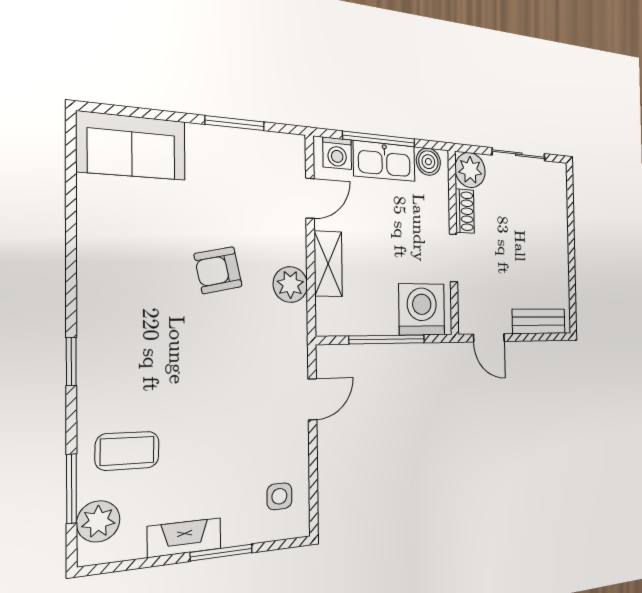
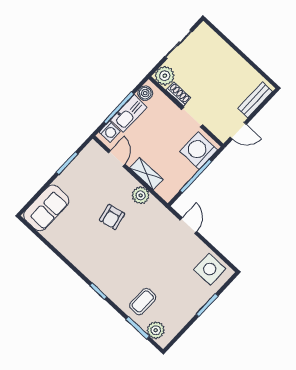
side table: (279, 496) -> (210, 269), width x1.87, depth x1.87
fireplace: (185, 537) -> (189, 311), removed

